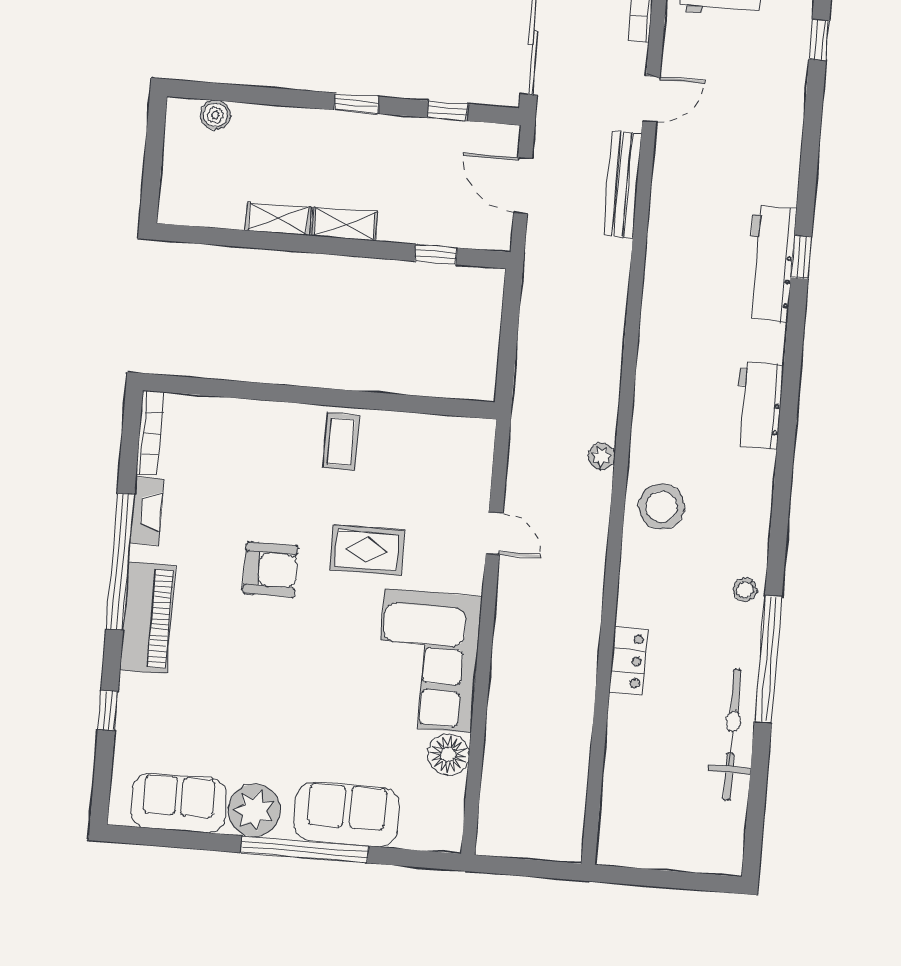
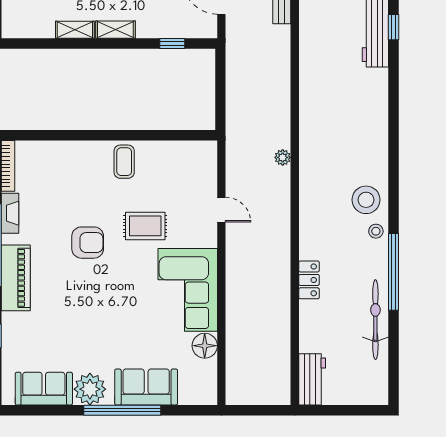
workbench: (759, 406) -> (312, 379), moved, turned 180
stool: (662, 507) -> (366, 200), moved

